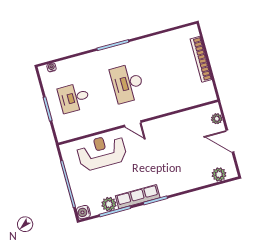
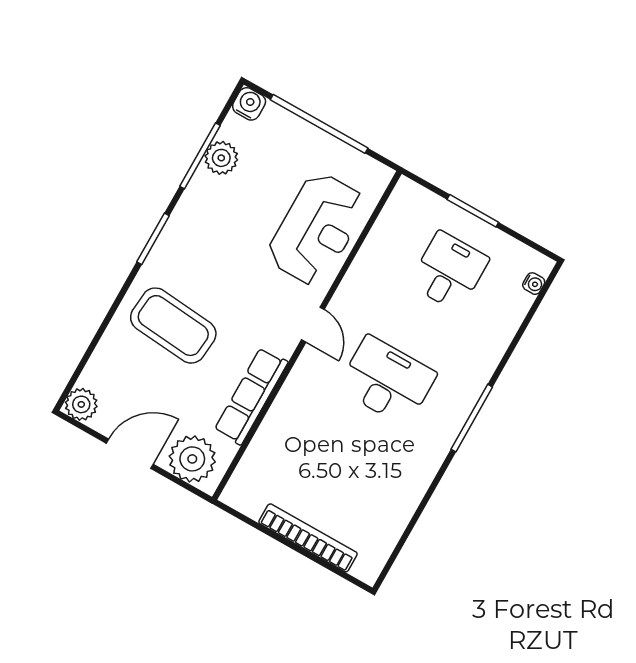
plant: (217, 119) -> (192, 459), width x1.88, depth x1.88
door: (133, 124) -> (313, 325), swing flipped
coffee table: (176, 167) -> (173, 326), added
plant: (219, 174) -> (81, 404), moved
row of seats: (138, 197) -> (251, 396), moved, turned 180

